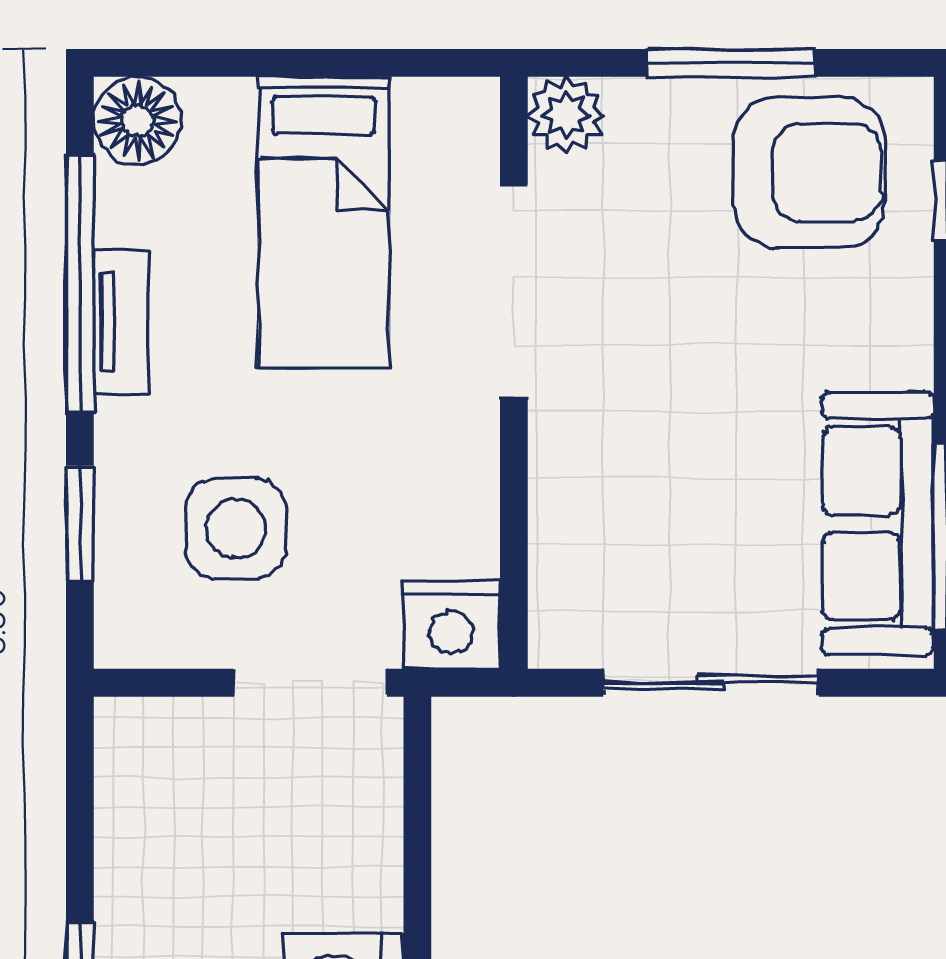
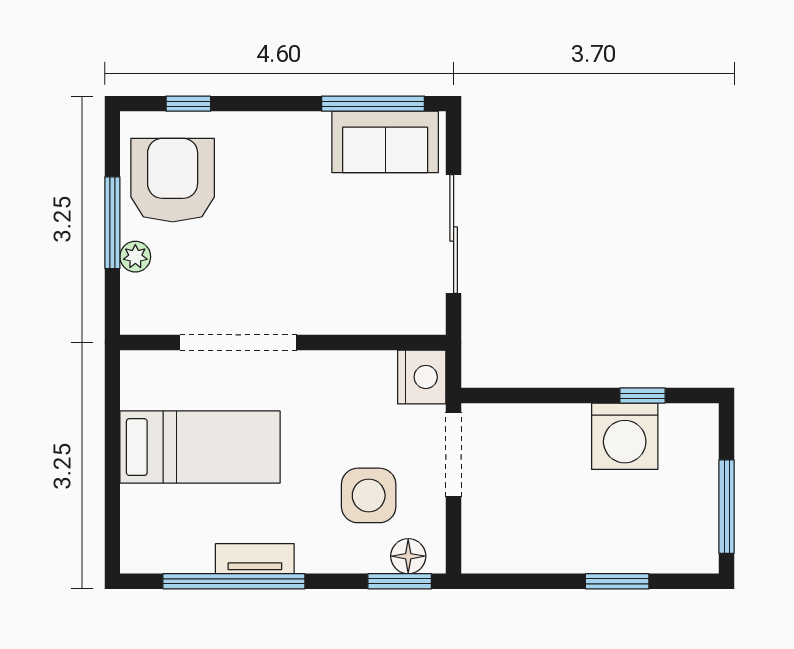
plant: (566, 115) -> (135, 257), moved, width x0.73, depth x0.73
floor lamp: (138, 121) -> (408, 556), moved, width x0.73, depth x0.73
window: (80, 523) -> (400, 581), moved
sofa: (878, 523) -> (385, 142), width x0.73

